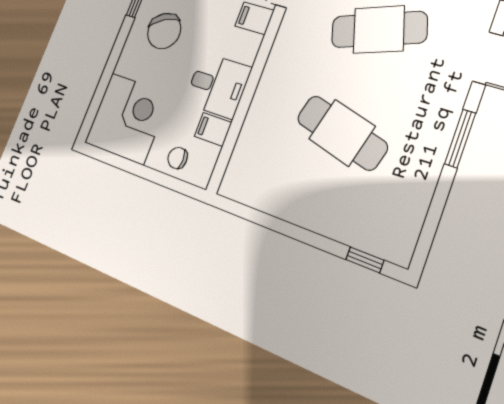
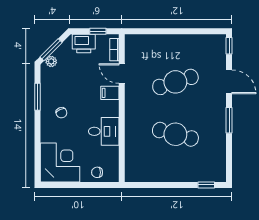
chair: (164, 31) -> (61, 113), width x0.54, depth x0.54
filing cabinet: (213, 129) -> (110, 153), removed

